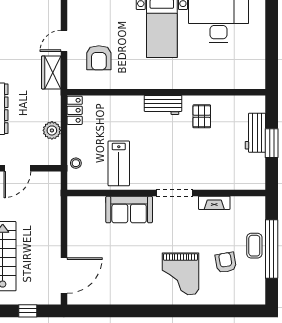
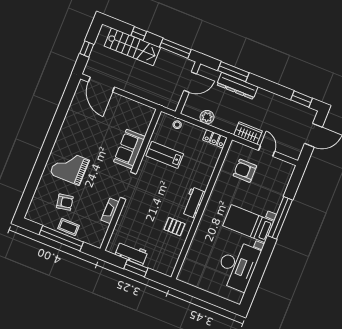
workbench: (255, 133) -> (131, 253), moved
door: (17, 168) -> (190, 82), swing flipped

